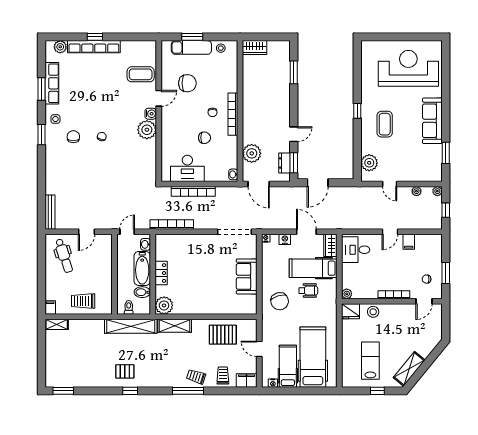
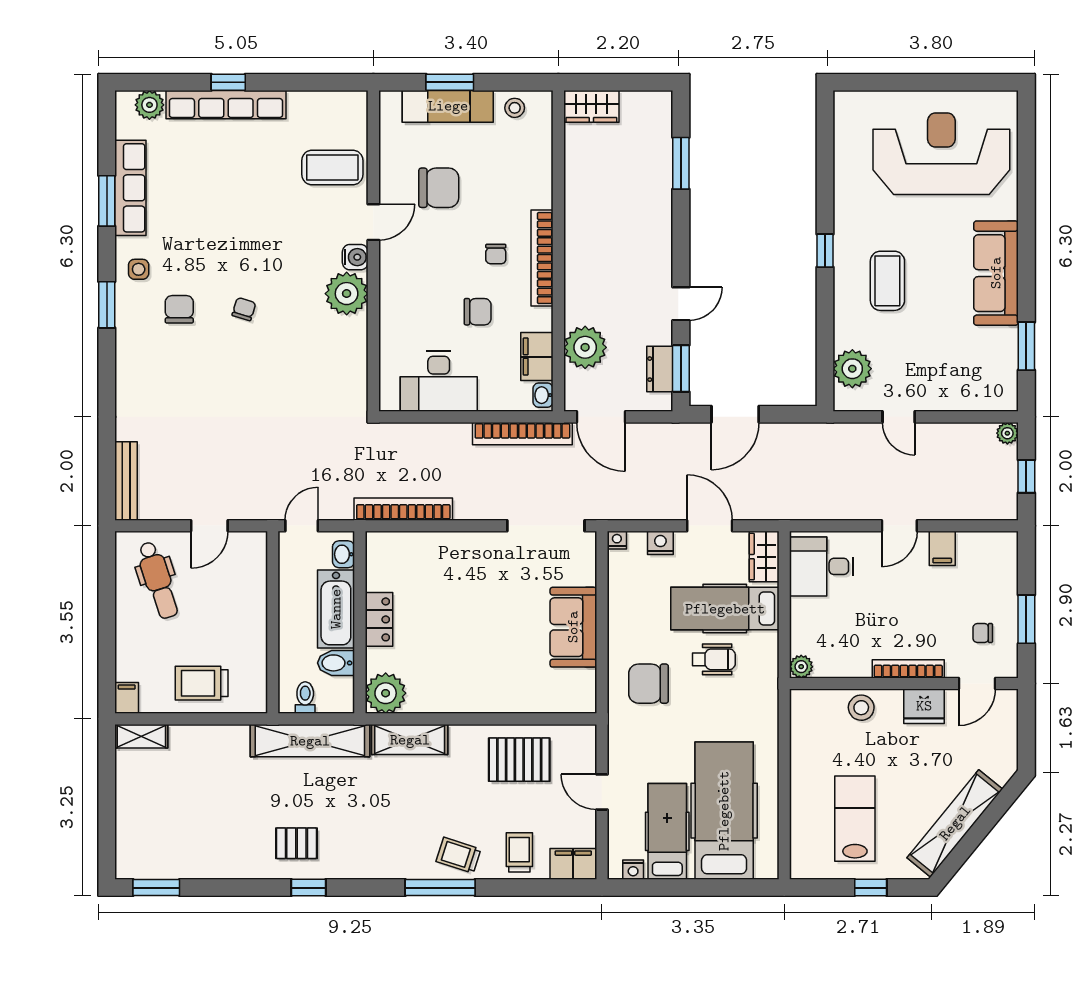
filing cabinet: (231, 157) -> (537, 357), added
bookcase: (193, 191) -> (522, 434), moved
plant: (416, 191) -> (960, 433), removed
chair: (280, 301) -> (649, 684), turned 106
fridge: (351, 311) -> (924, 706), moved
shelving: (409, 369) -> (955, 823), width x1.47

